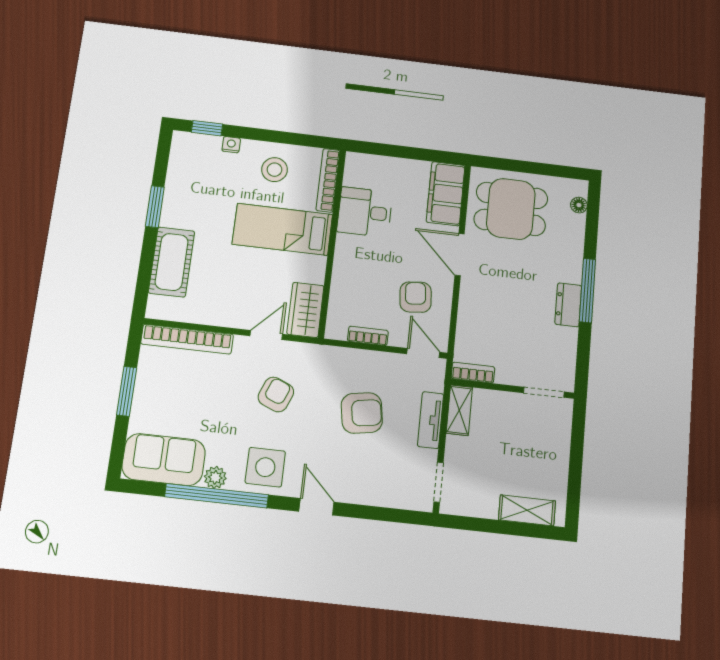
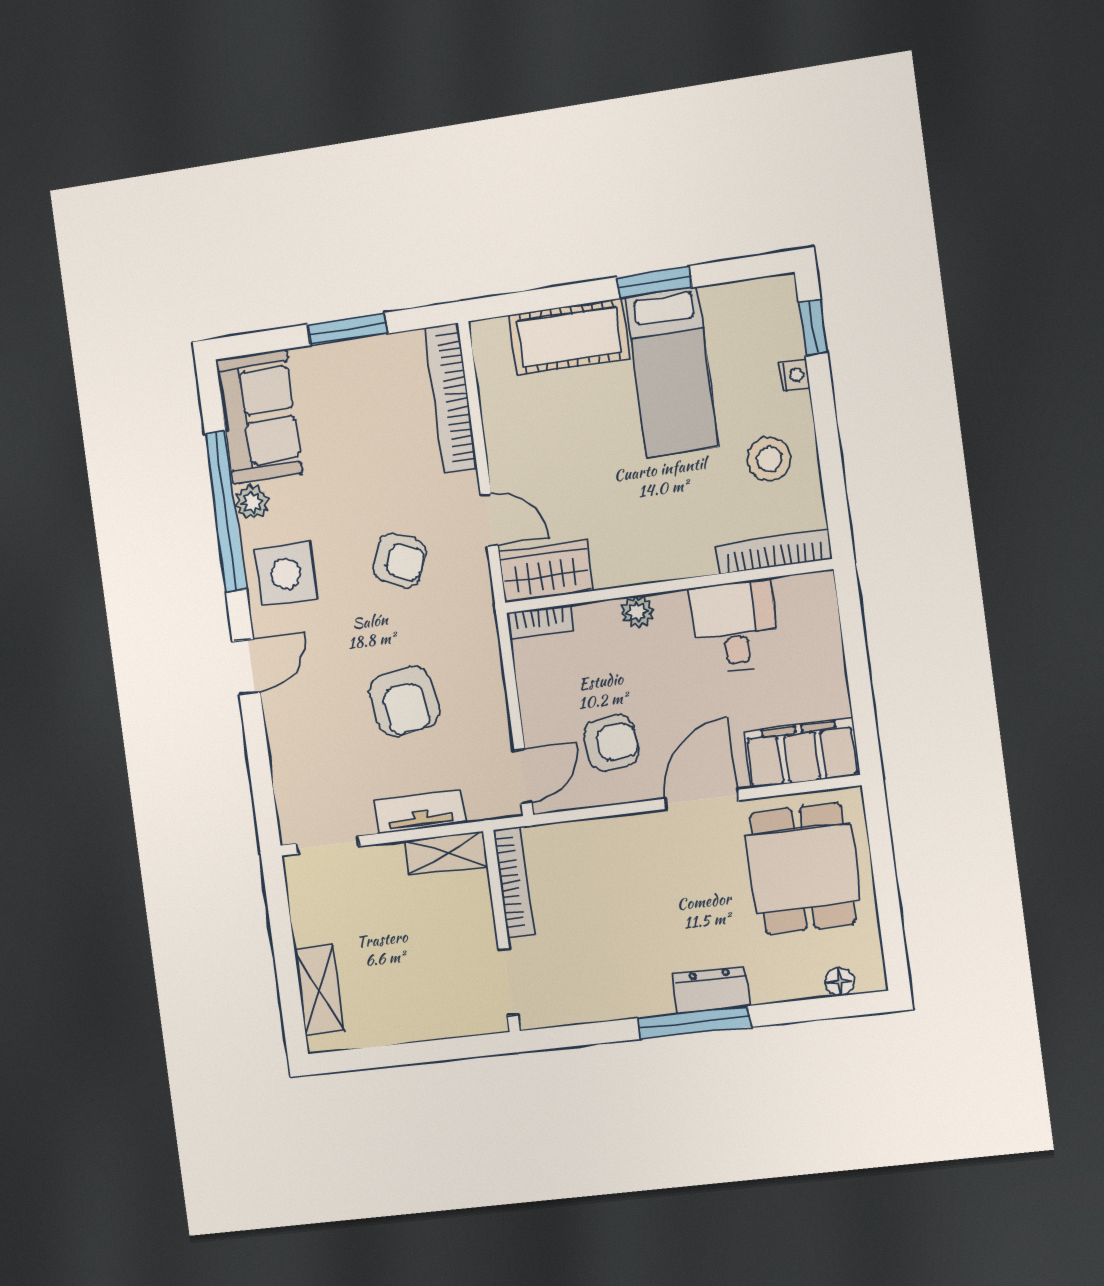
bed: (282, 229) -> (672, 372), moved, turned 180
plant: (343, 264) -> (637, 612), added
dresser: (568, 305) -> (711, 990), moved
bookcase: (368, 336) -> (540, 621), moved, turned 90
bookcase: (473, 373) -> (514, 882), width x1.56

